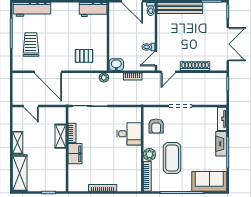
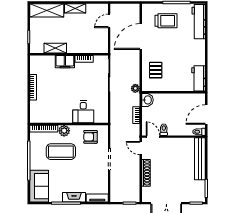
shelving: (60, 136) -> (55, 48), moved

